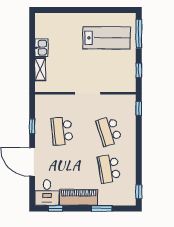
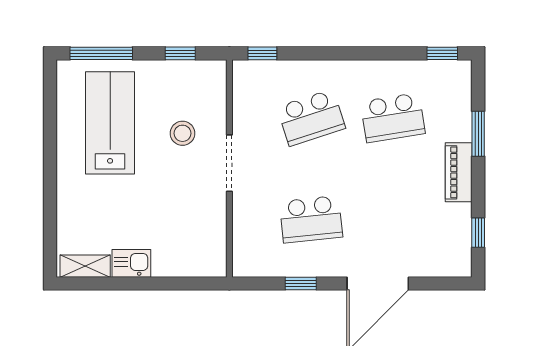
shelving: (40, 69) -> (85, 266), moved
stool: (102, 71) -> (182, 133), added
desk: (47, 193) -> (444, 251), removed
piano: (79, 197) -> (459, 172), width x0.73, depth x0.75

